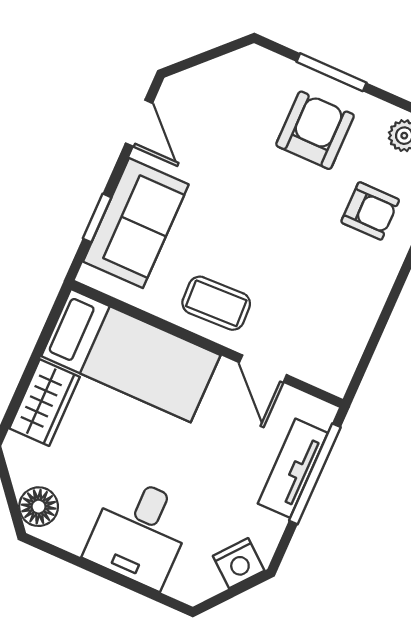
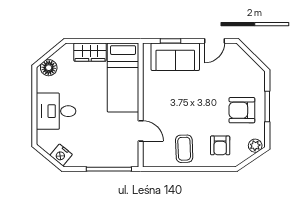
armchair: (315, 130) -> (242, 110), turned 180
coffee table: (216, 303) -> (184, 149), moved
door: (263, 369) -> (141, 131), swing flipped
tv unit: (293, 468) -> (107, 160), removed

